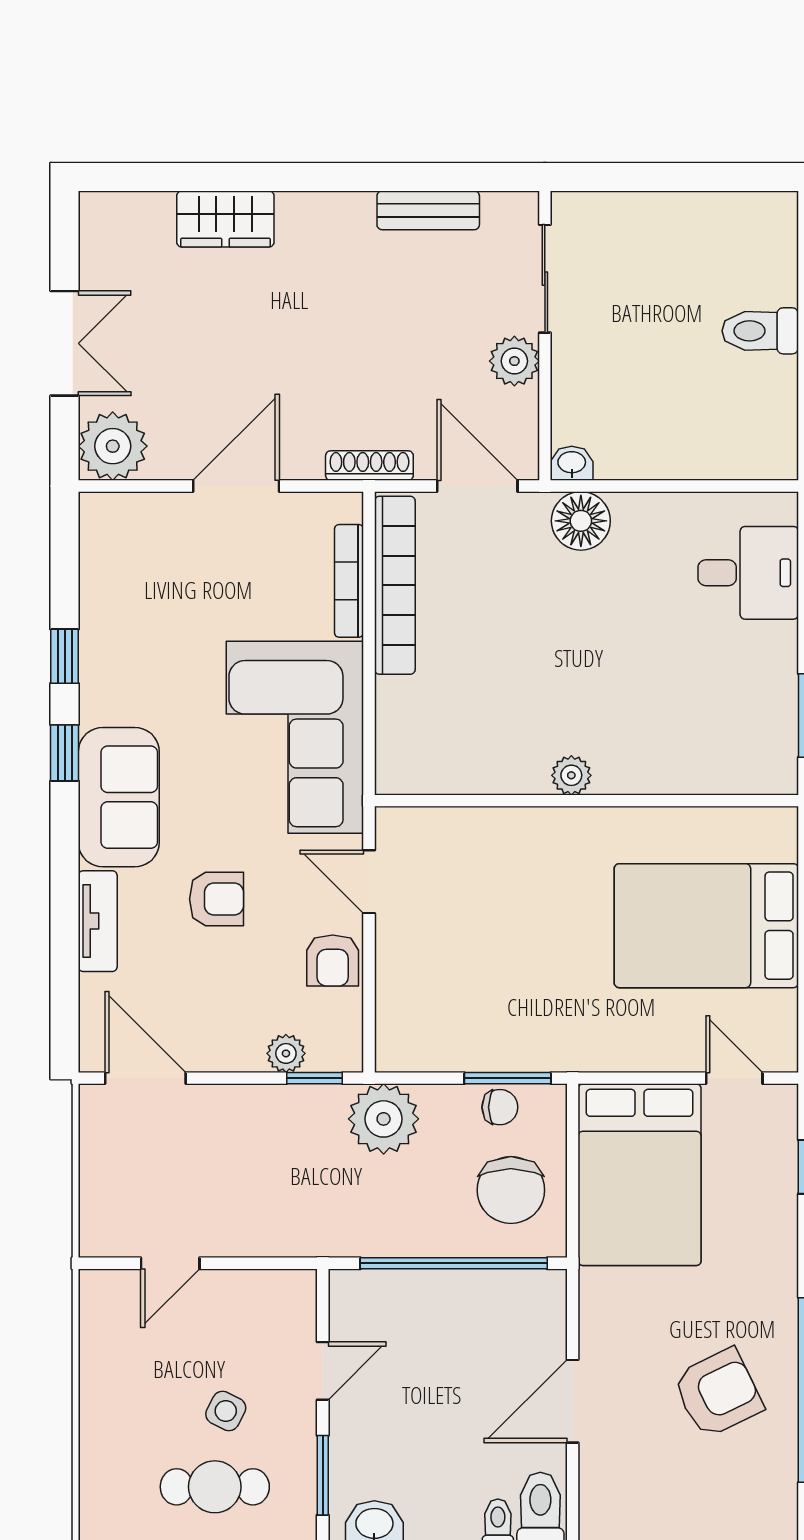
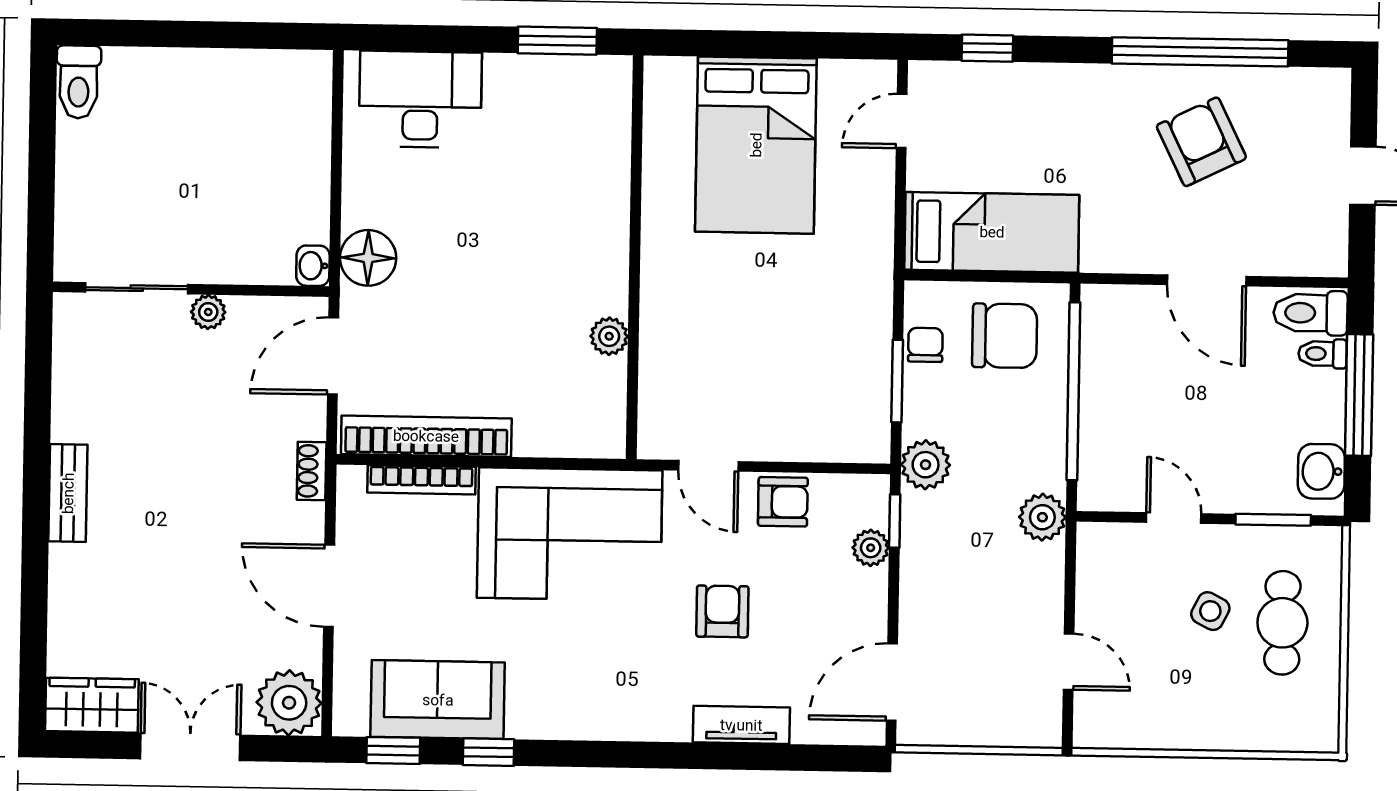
bench: (428, 210) -> (68, 493), moved
wardrobe: (225, 219) -> (92, 705), moved, turned -90
toilet: (760, 331) -> (79, 82), moved
plant: (514, 361) -> (208, 312), width x0.73, depth x0.73
shoe rack: (369, 466) -> (312, 471), width x0.70
desk: (748, 573) -> (420, 99), width x1.37
window: (65, 753) -> (393, 750), moved
plant: (571, 775) -> (609, 336), moved
sofa: (119, 797) -> (438, 700), moved
door: (369, 882) -> (708, 466), hinge flipped
window: (508, 1078) -> (897, 381), moved
plant: (384, 1119) -> (926, 465), width x0.73, depth x0.73
bed: (640, 1175) -> (992, 232), width x0.67
plant: (321, 1233) -> (1042, 517), added

